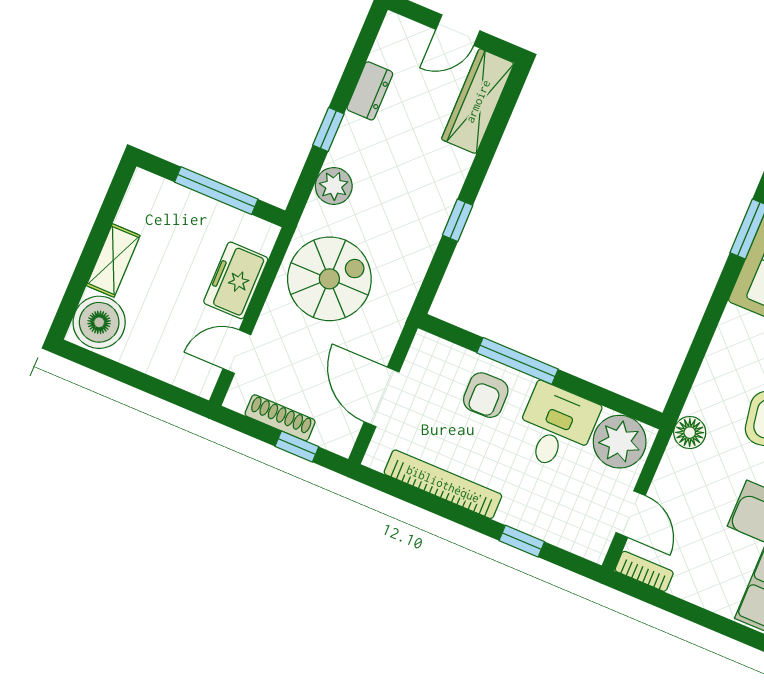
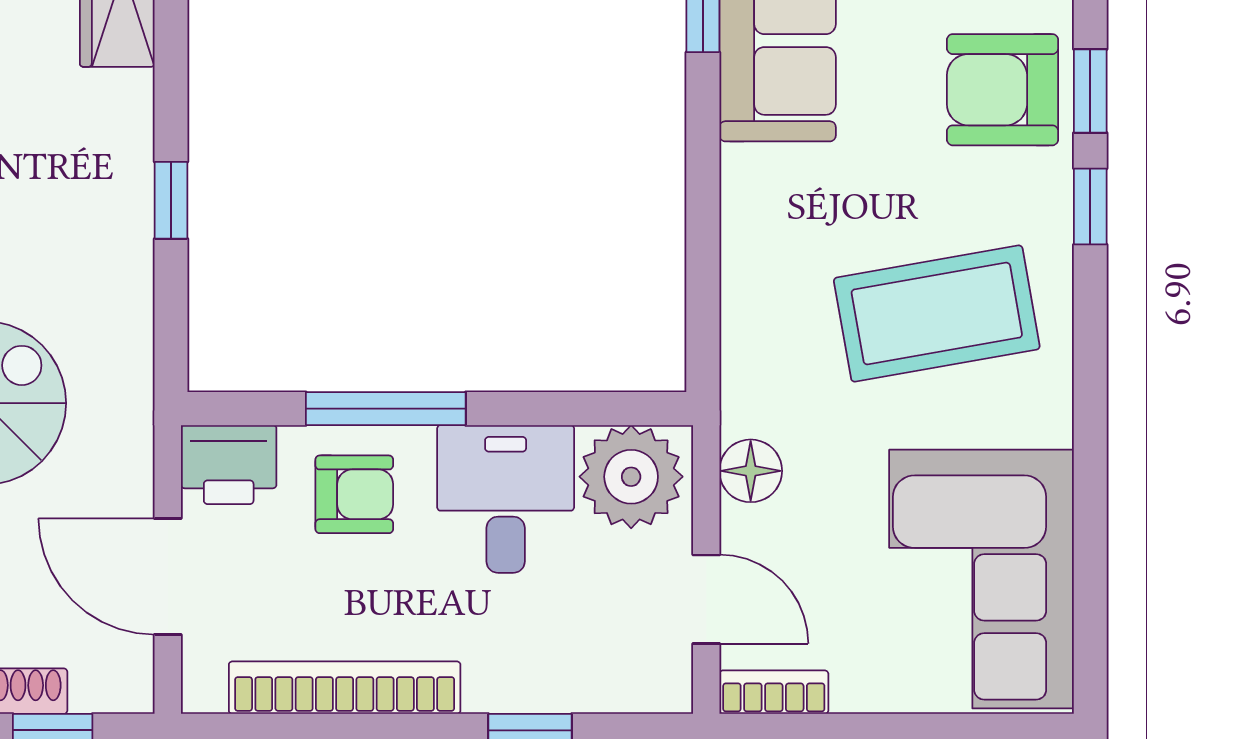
printer: (432, 356) -> (229, 465), added
armchair: (486, 395) -> (354, 494), turned -89
floor lamp: (690, 433) -> (751, 471), moved

